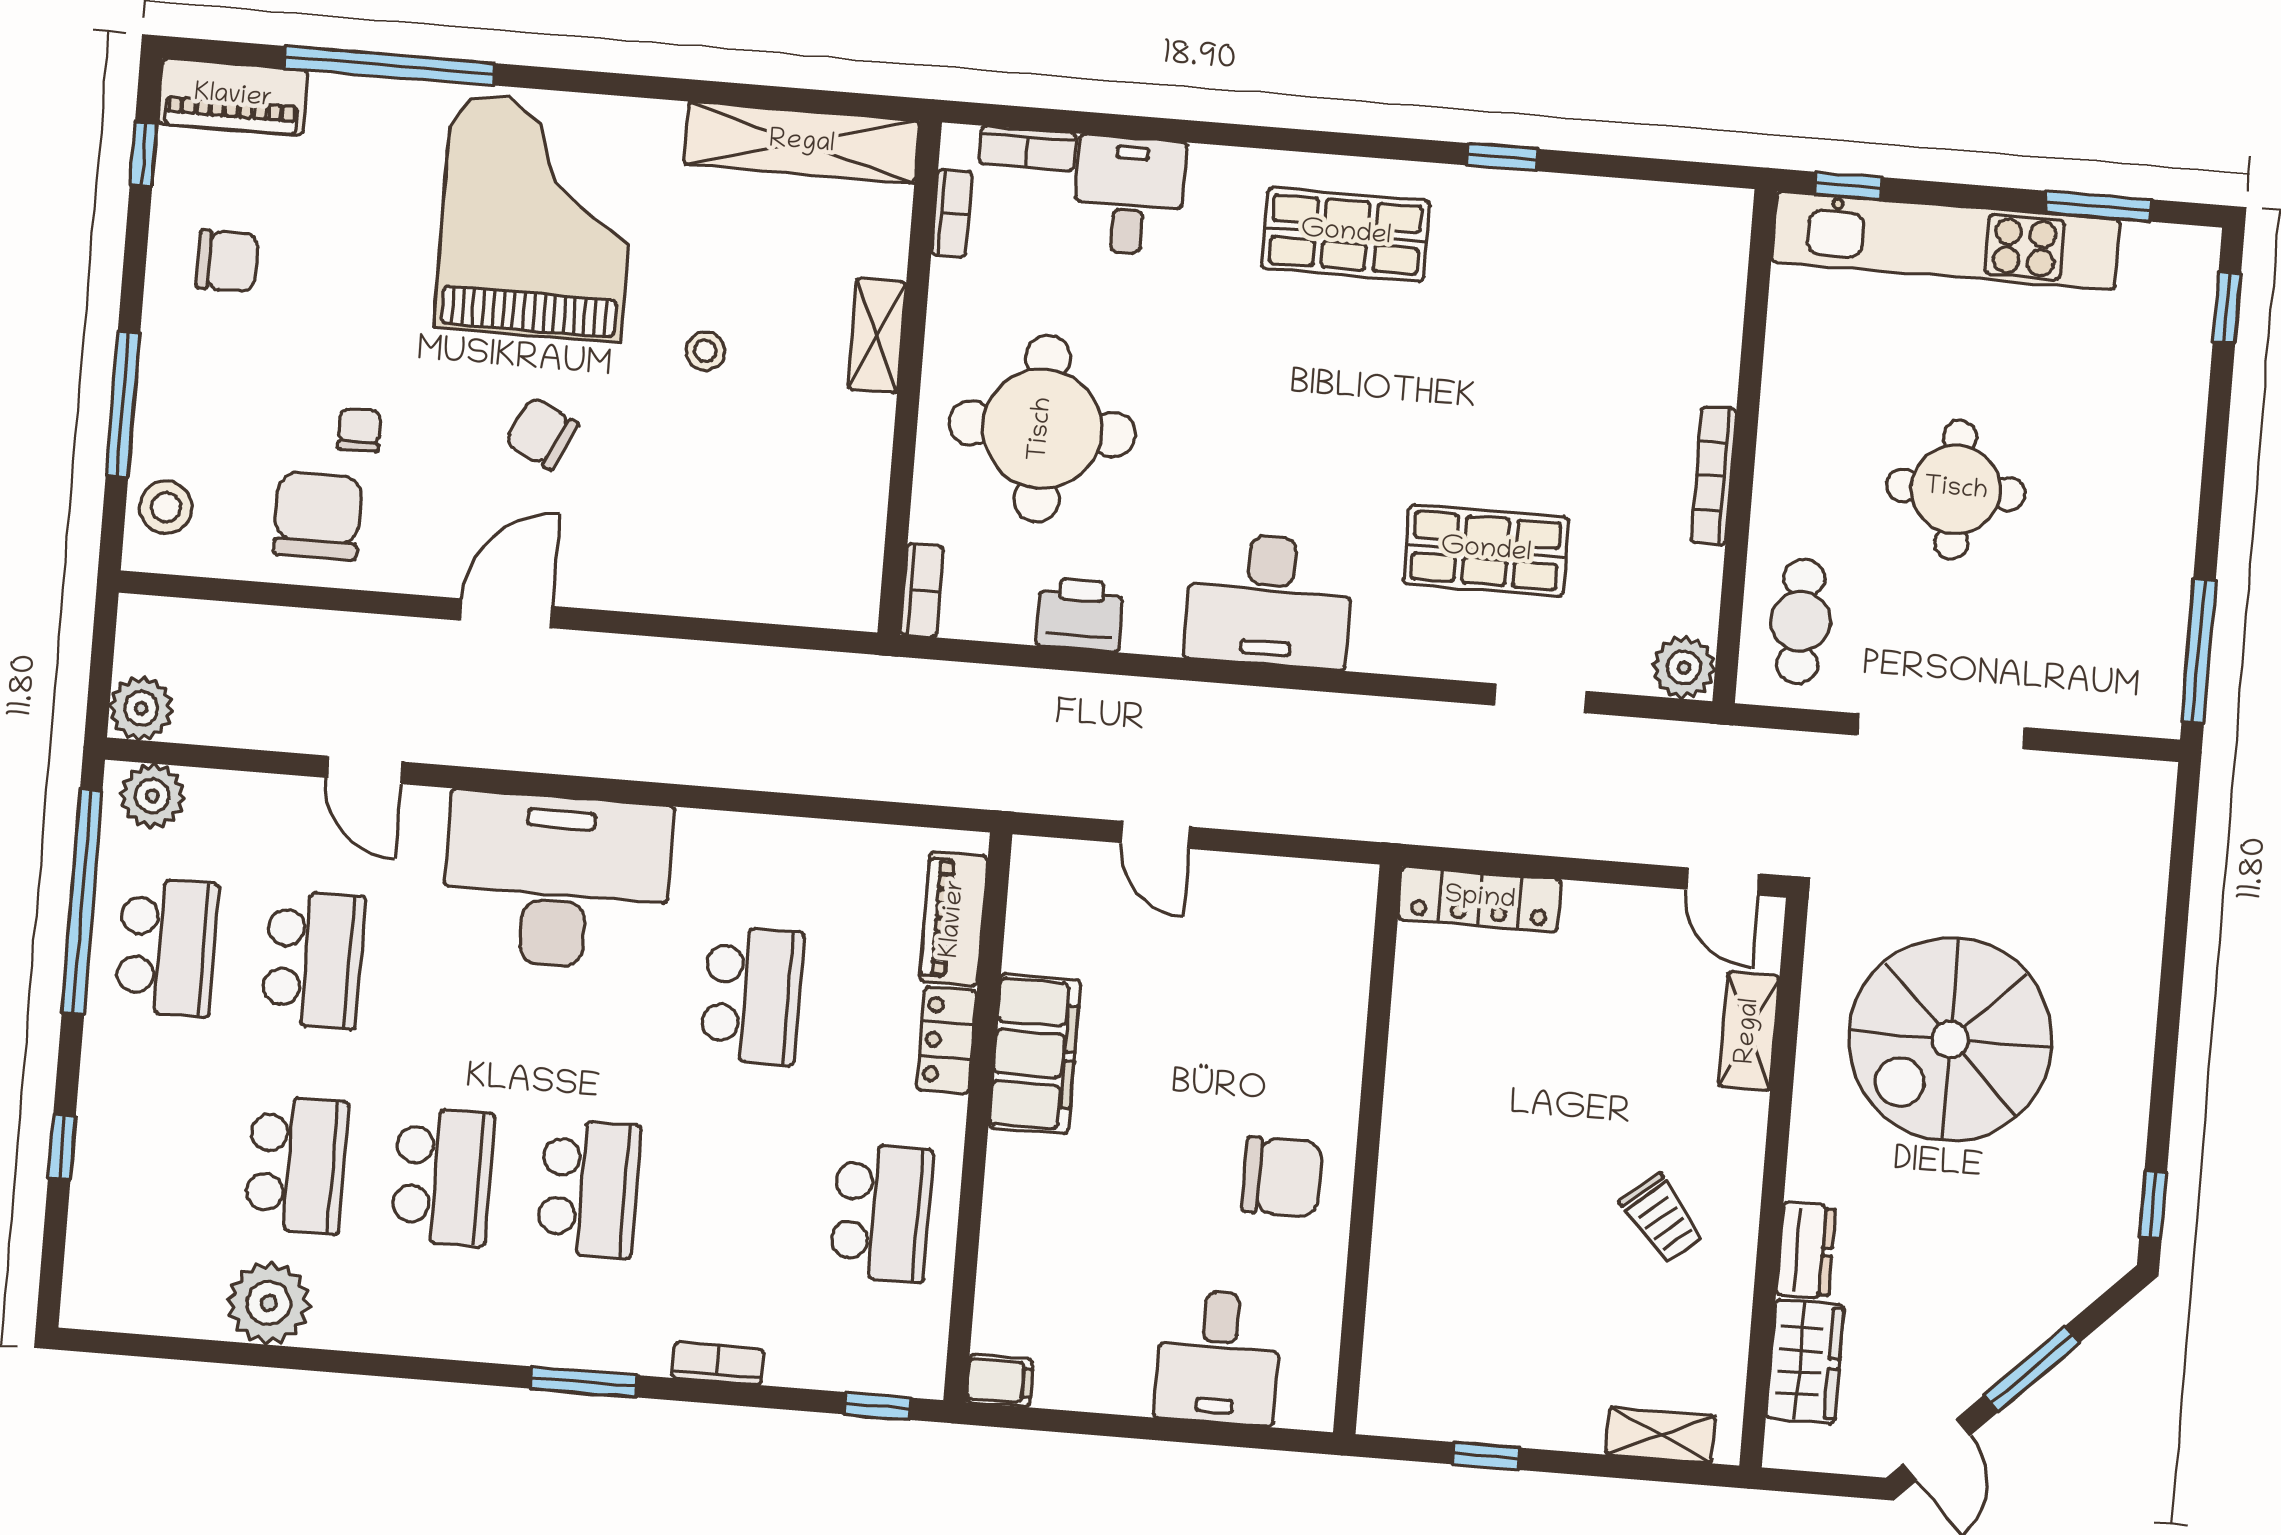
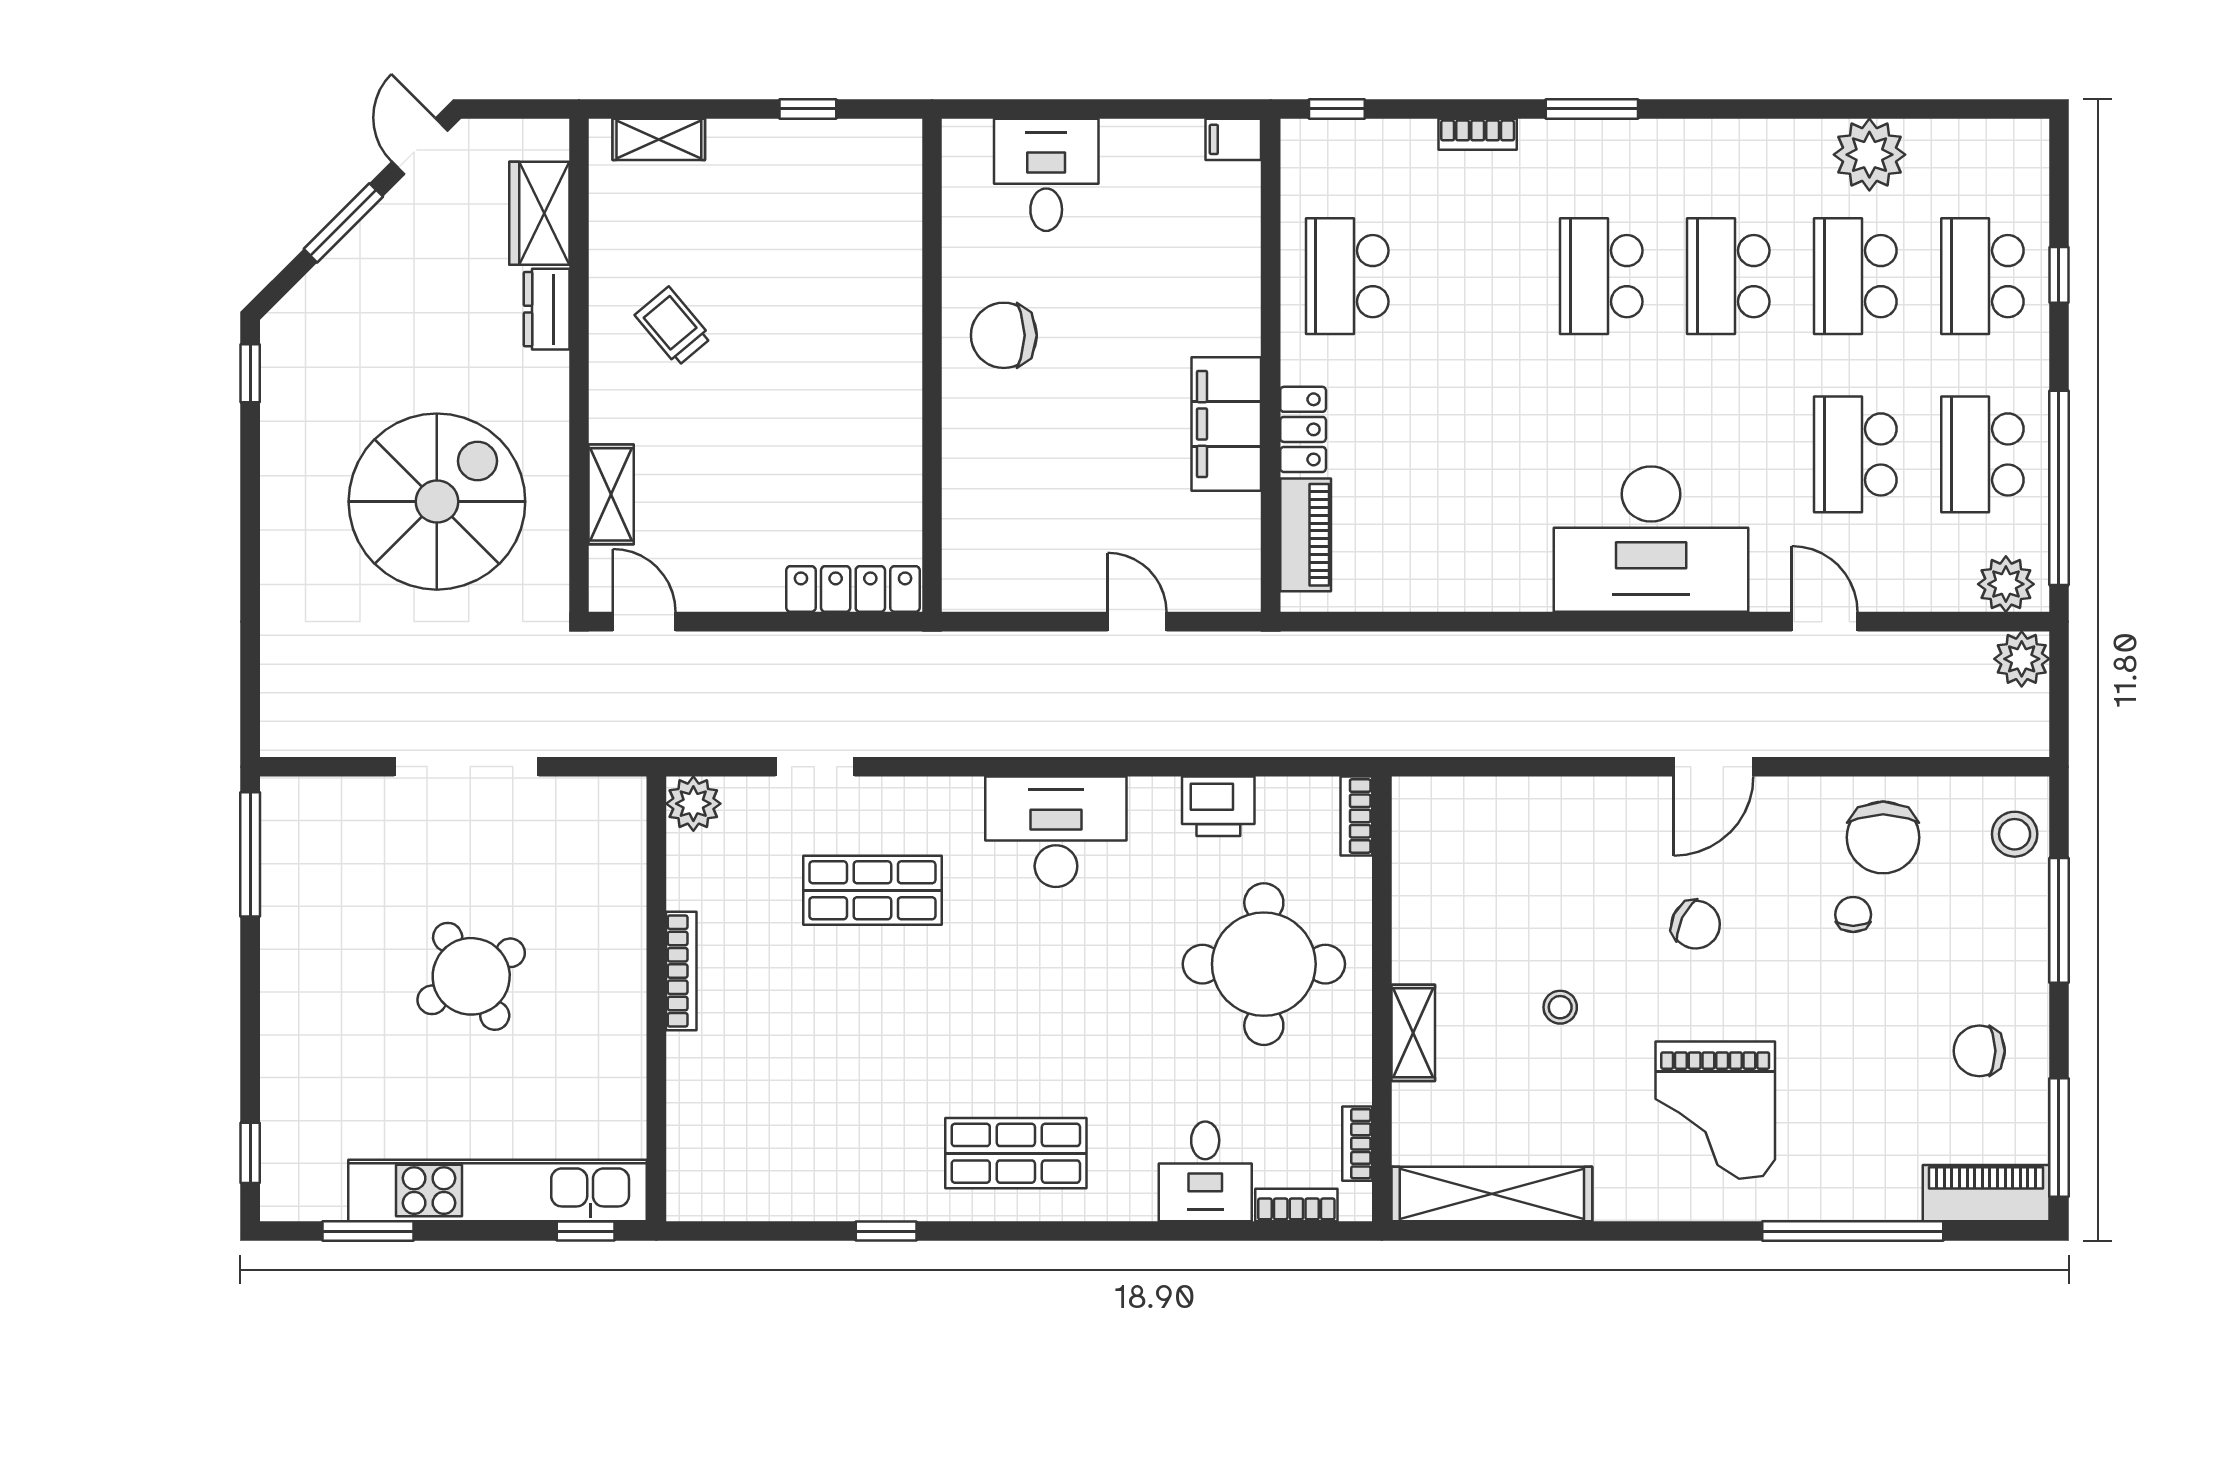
window: (144, 154) -> (2059, 1137), width x2.17
grand piano: (537, 218) -> (1715, 1110), width x0.73, depth x0.68
chair: (359, 430) -> (1853, 915), turned 180
round table: (1956, 490) -> (471, 976), turned -31
cafe table: (1801, 621) -> (596, 852), removed
school desk: (752, 995) -> (1982, 276), moved

